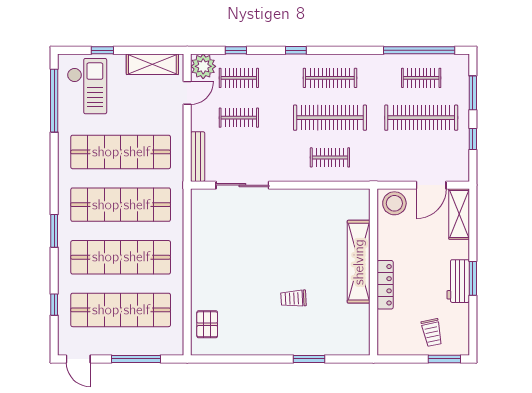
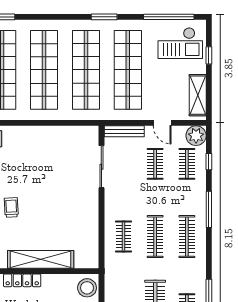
window: (296, 50) -> (209, 209), width x2.17
door: (187, 93) -> (162, 123), moved
clothes rail: (330, 118) -> (155, 237), width x0.73, depth x0.76
window: (54, 231) -> (104, 17), moved

